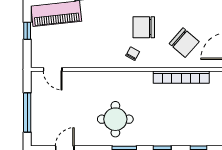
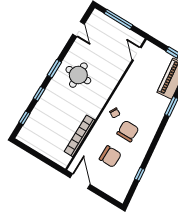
chair: (184, 43) -> (110, 157), moved, turned -131
door: (53, 69) -> (137, 54), hinge flipped

